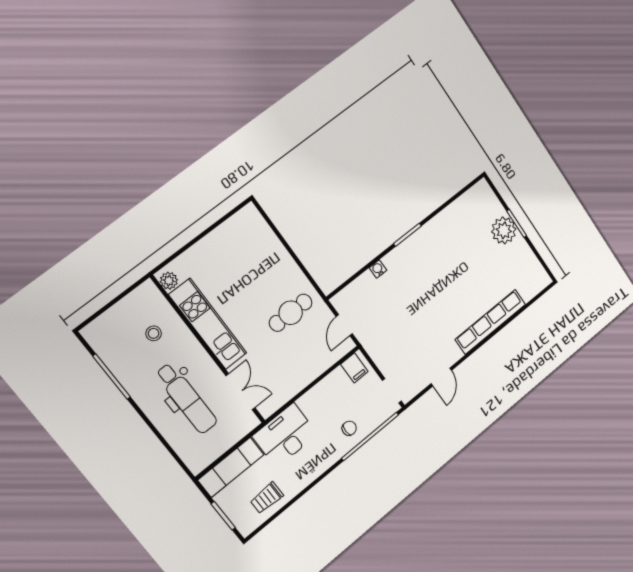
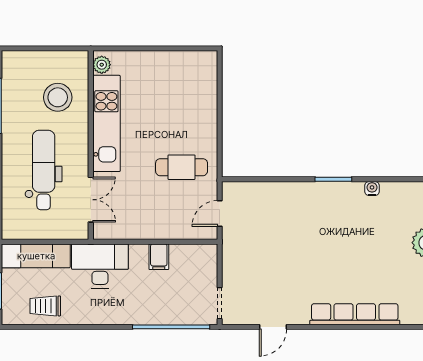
water cooler: (378, 269) -> (372, 189), moved
stool: (154, 333) -> (58, 97), width x1.89, depth x1.89
filing cabinet: (354, 368) -> (159, 257), moved
dental chair: (186, 398) -> (44, 170), turned 180
chair: (349, 428) -> (158, 305), removed

